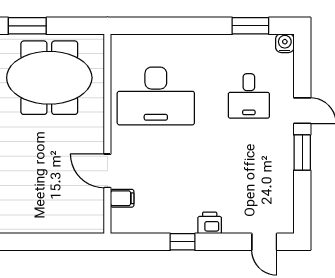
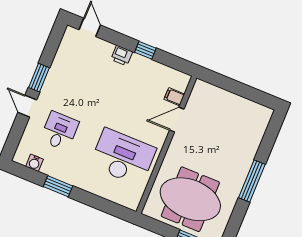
window: (250, 26) -> (58, 186), moved
water cooler: (285, 43) -> (34, 163), moved
door: (107, 171) -> (177, 120), swing flipped

